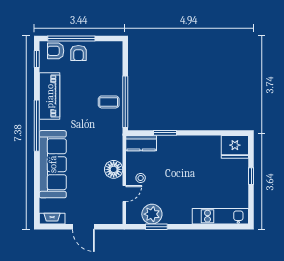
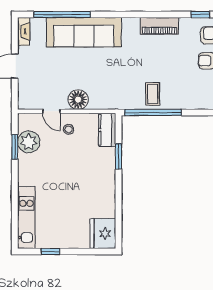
piano: (50, 96) -> (159, 26), width x0.73, depth x0.75
window: (37, 126) -> (62, 14), moved
window: (251, 176) -> (50, 252), moved

